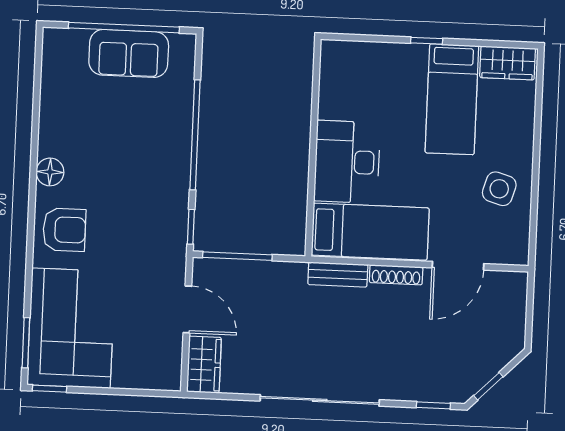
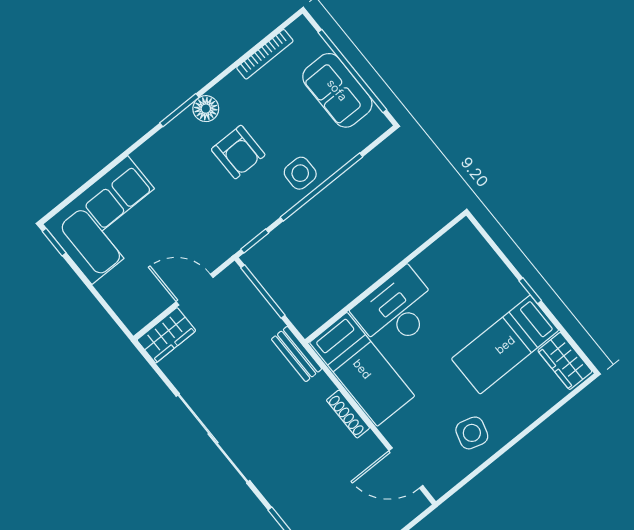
bookcase: (48, 86) -> (265, 54), added
side table: (169, 142) -> (300, 173), added
armchair: (64, 230) -> (238, 152), moved
door: (458, 266) -> (406, 468), moved
bench: (338, 275) -> (297, 354), moved
door: (187, 309) -> (195, 290), swing flipped
window: (26, 343) -> (179, 110), moved

